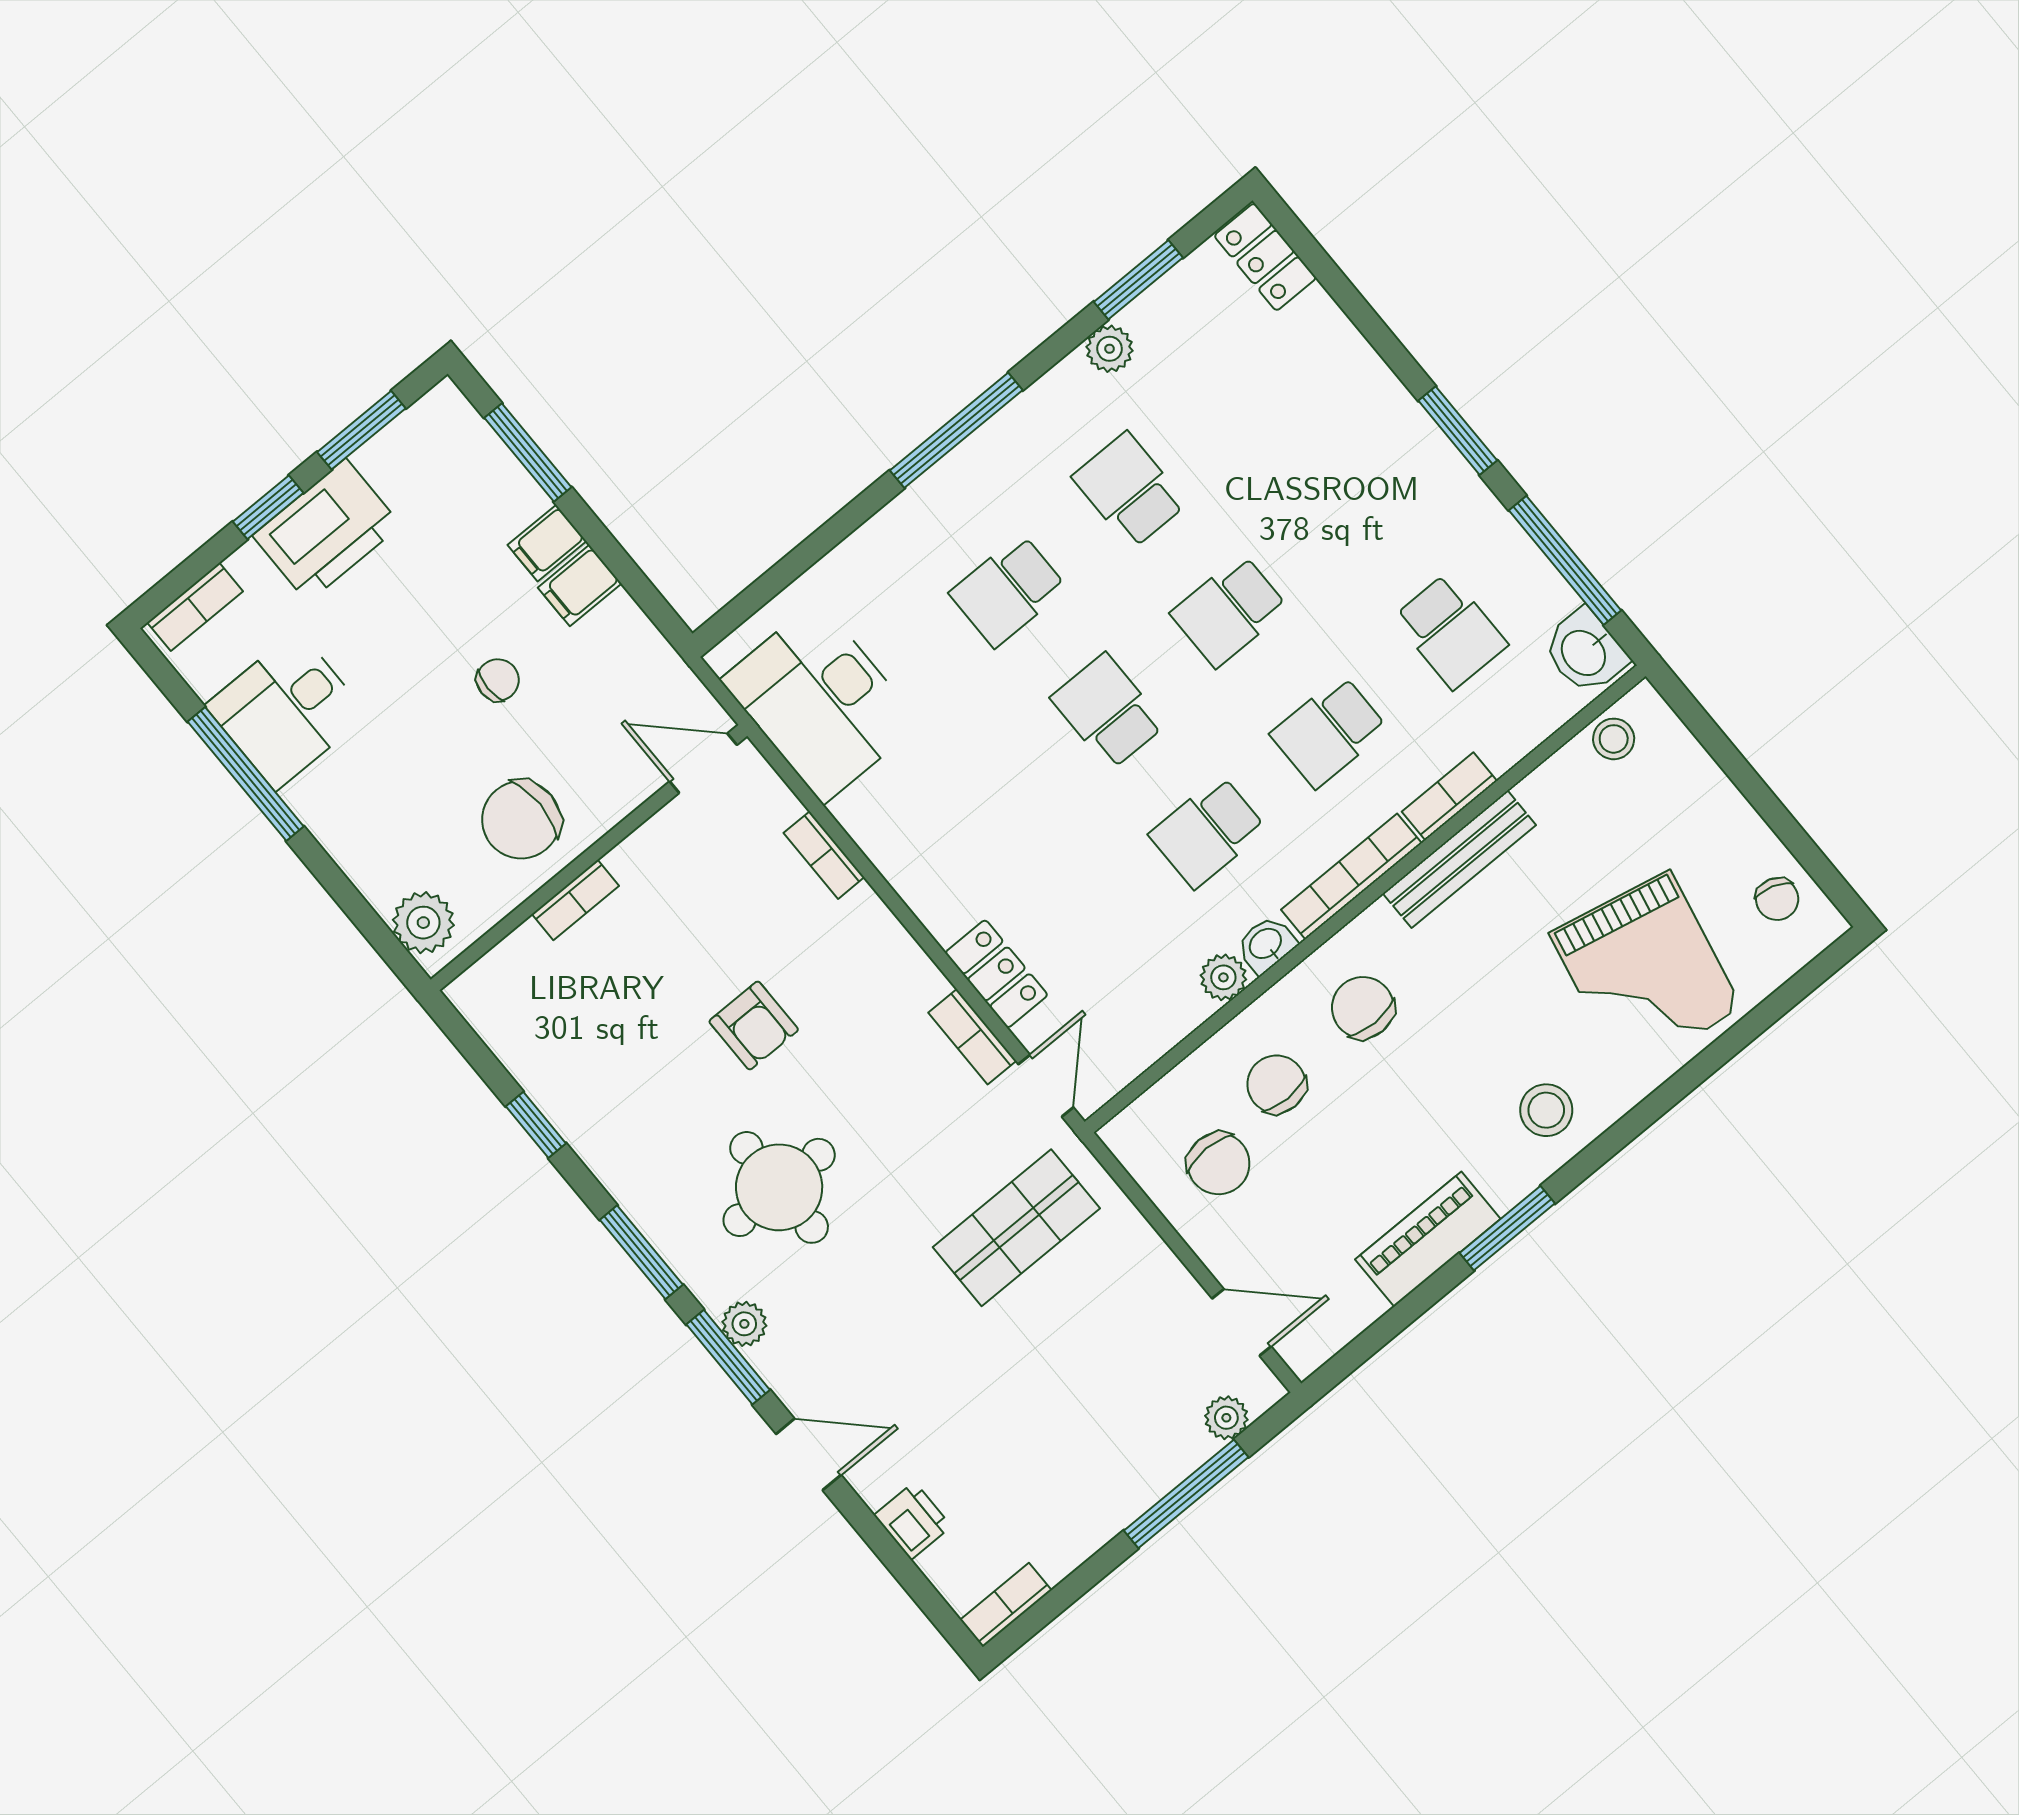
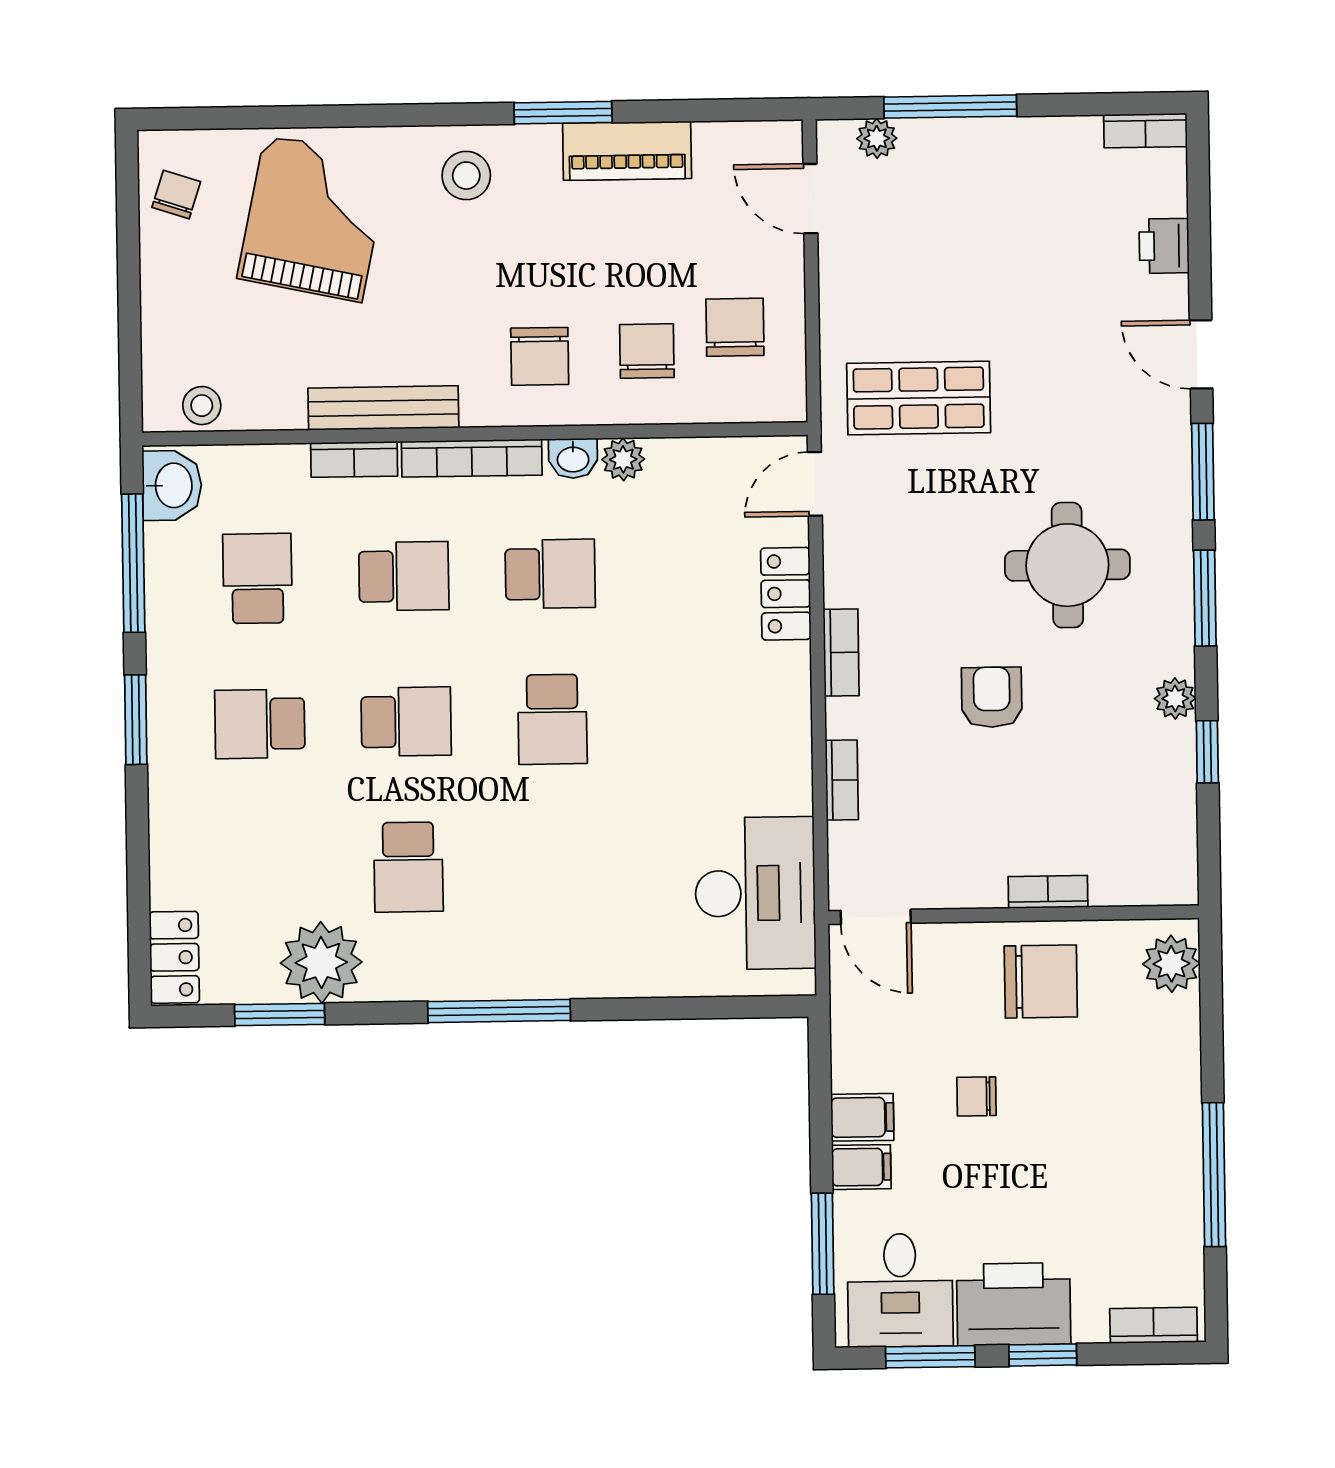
plant: (1110, 349) -> (321, 962), width x1.87, depth x1.87
school desk: (1008, 591) -> (260, 724), moved, turned 180
desk: (286, 710) -> (900, 1290), moved, turned 90
bookcase: (972, 1037) -> (841, 653), moved
chair: (1276, 1084) -> (647, 351), turned 180
plant: (744, 1324) -> (1175, 698), moved

